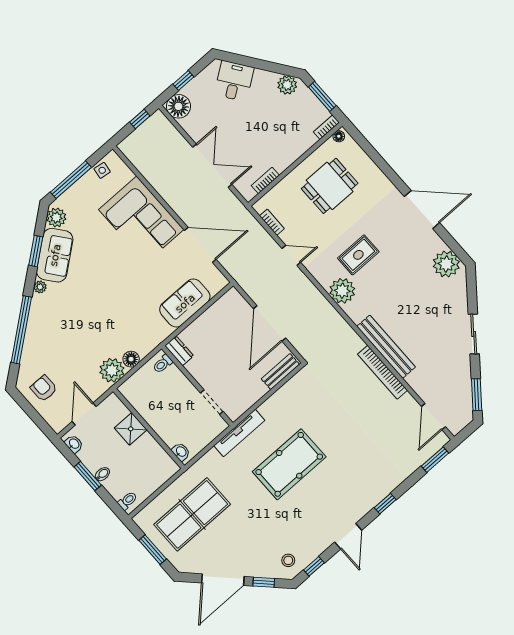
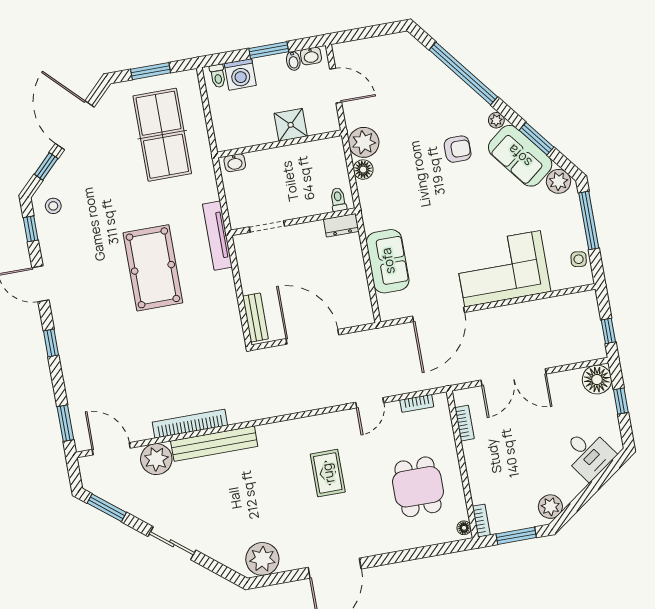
plant: (342, 291) -> (156, 459), moved
armchair: (44, 388) -> (458, 149), moved
bidet: (102, 474) -> (293, 61), moved
washing machine: (117, 486) -> (240, 74), added

